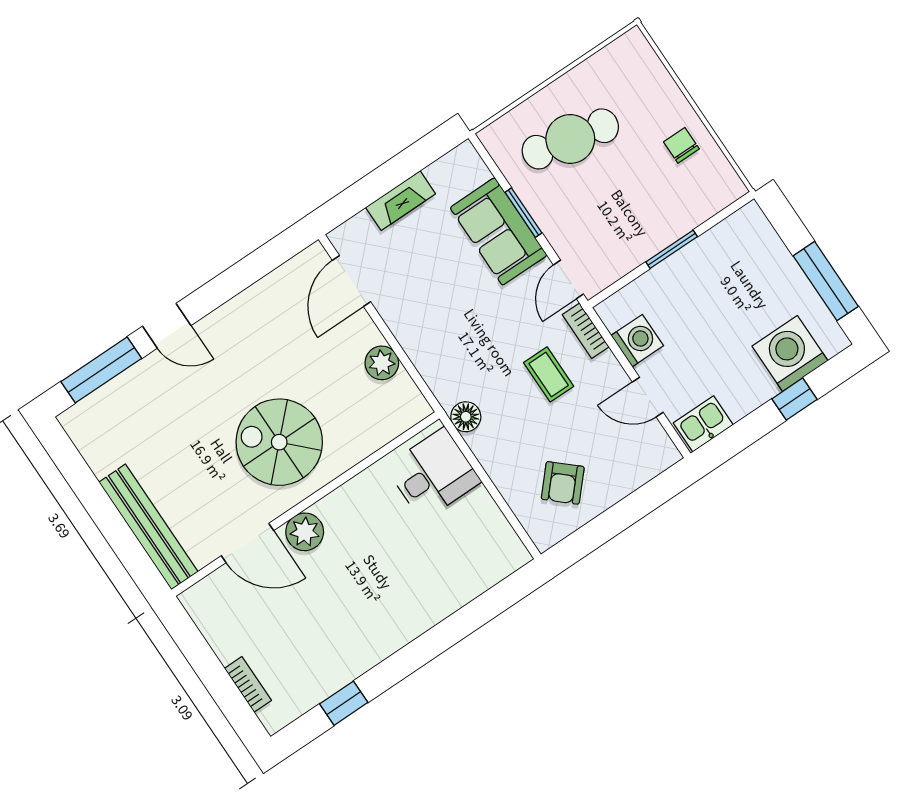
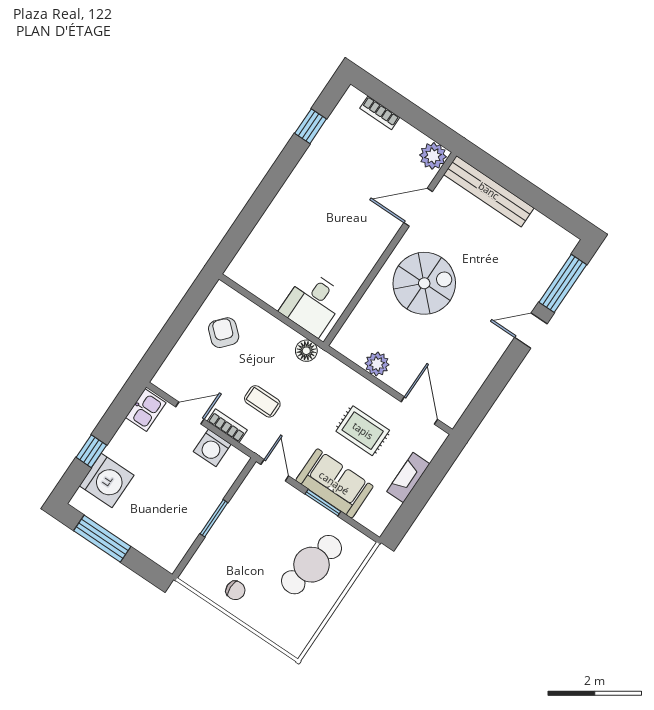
rug: (435, 285) -> (363, 431), added
bookcase: (586, 331) -> (227, 426), moved
plant: (305, 532) -> (433, 156), moved

